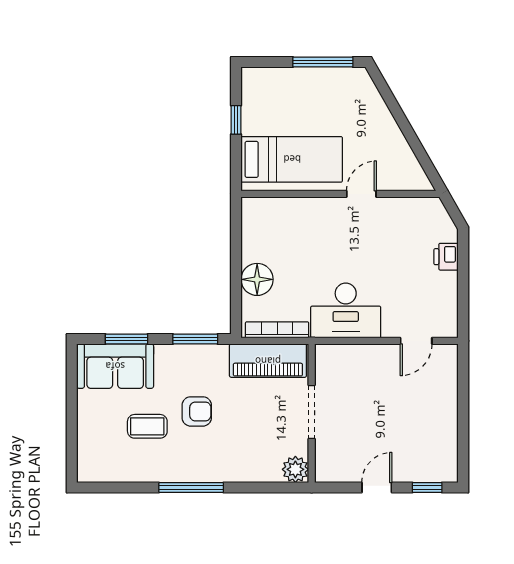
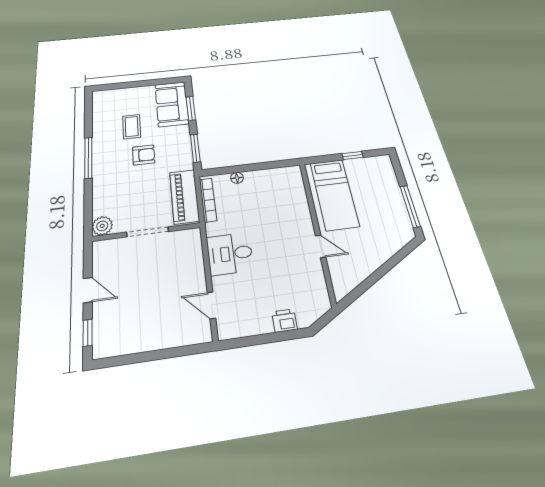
floor lamp: (257, 279) -> (237, 178), width x0.53, depth x0.53
desk: (346, 311) -> (230, 254), width x0.73
armchair: (197, 411) -> (144, 155), turned -90

